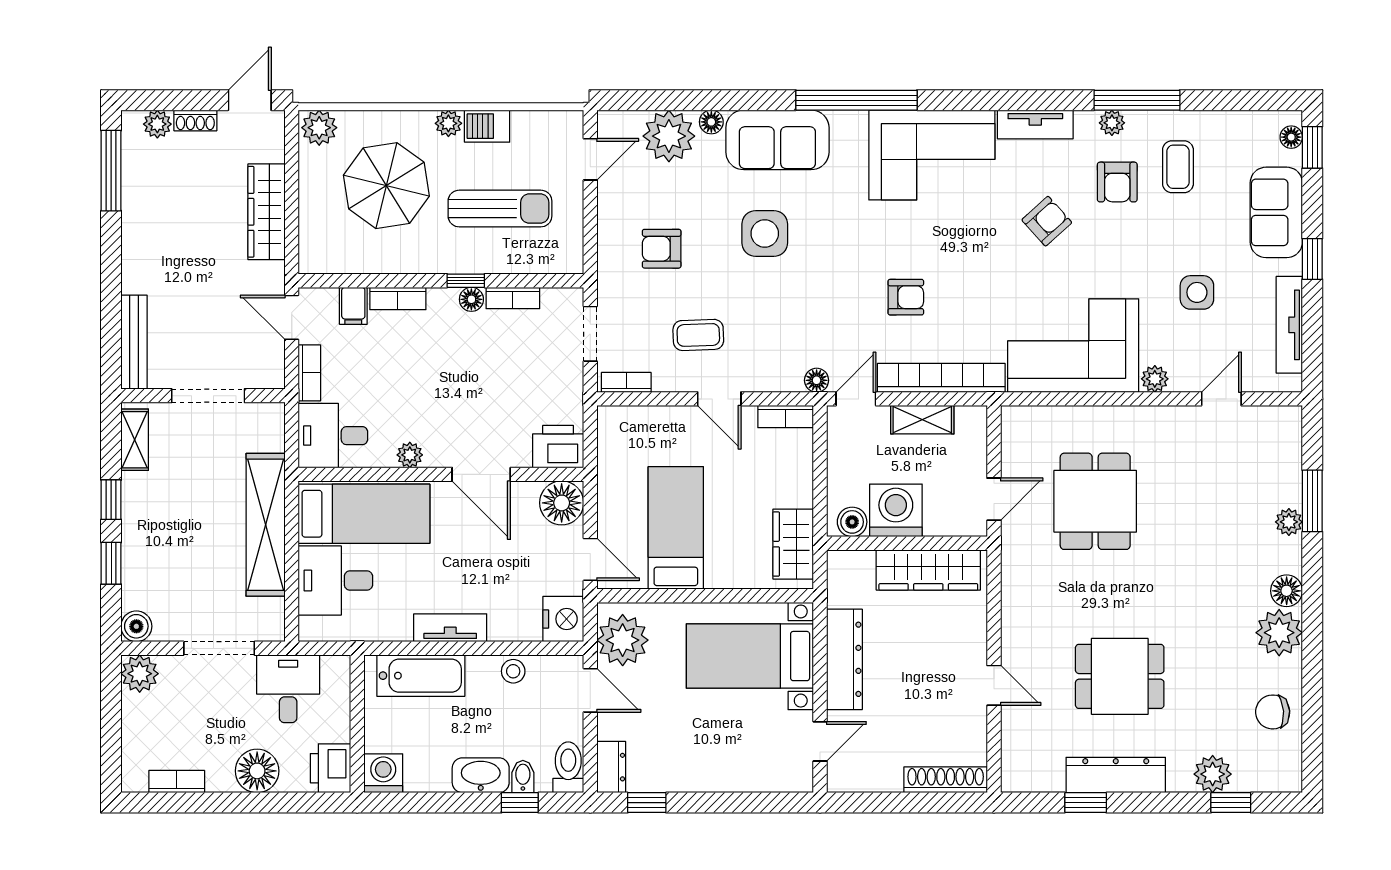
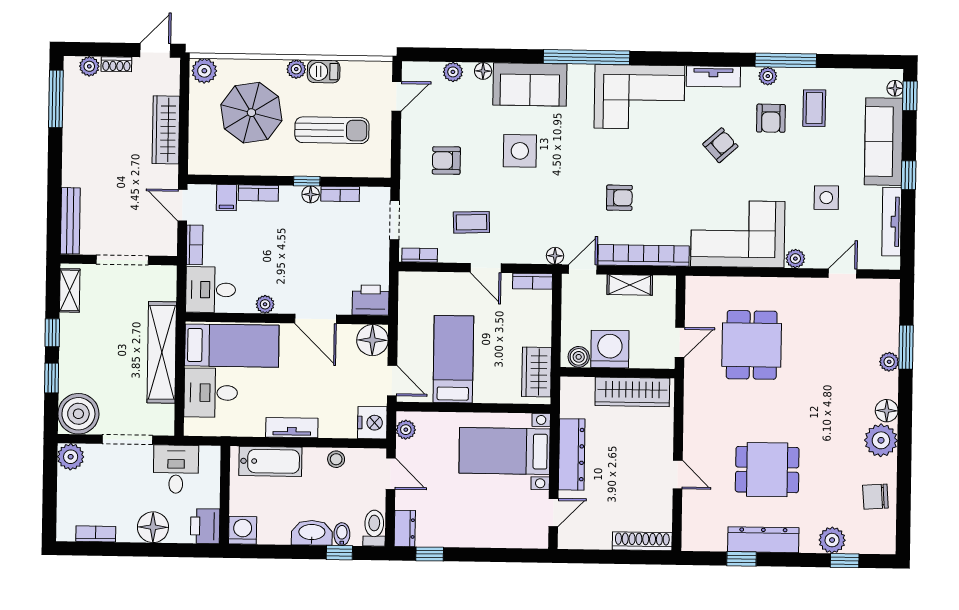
plant: (669, 136) -> (453, 72), width x0.53, depth x0.53
sofa: (1276, 212) -> (884, 142), width x1.36
boiler: (136, 626) -> (78, 414), width x1.86, depth x1.86
plant: (623, 640) -> (406, 430), width x0.53, depth x0.53

